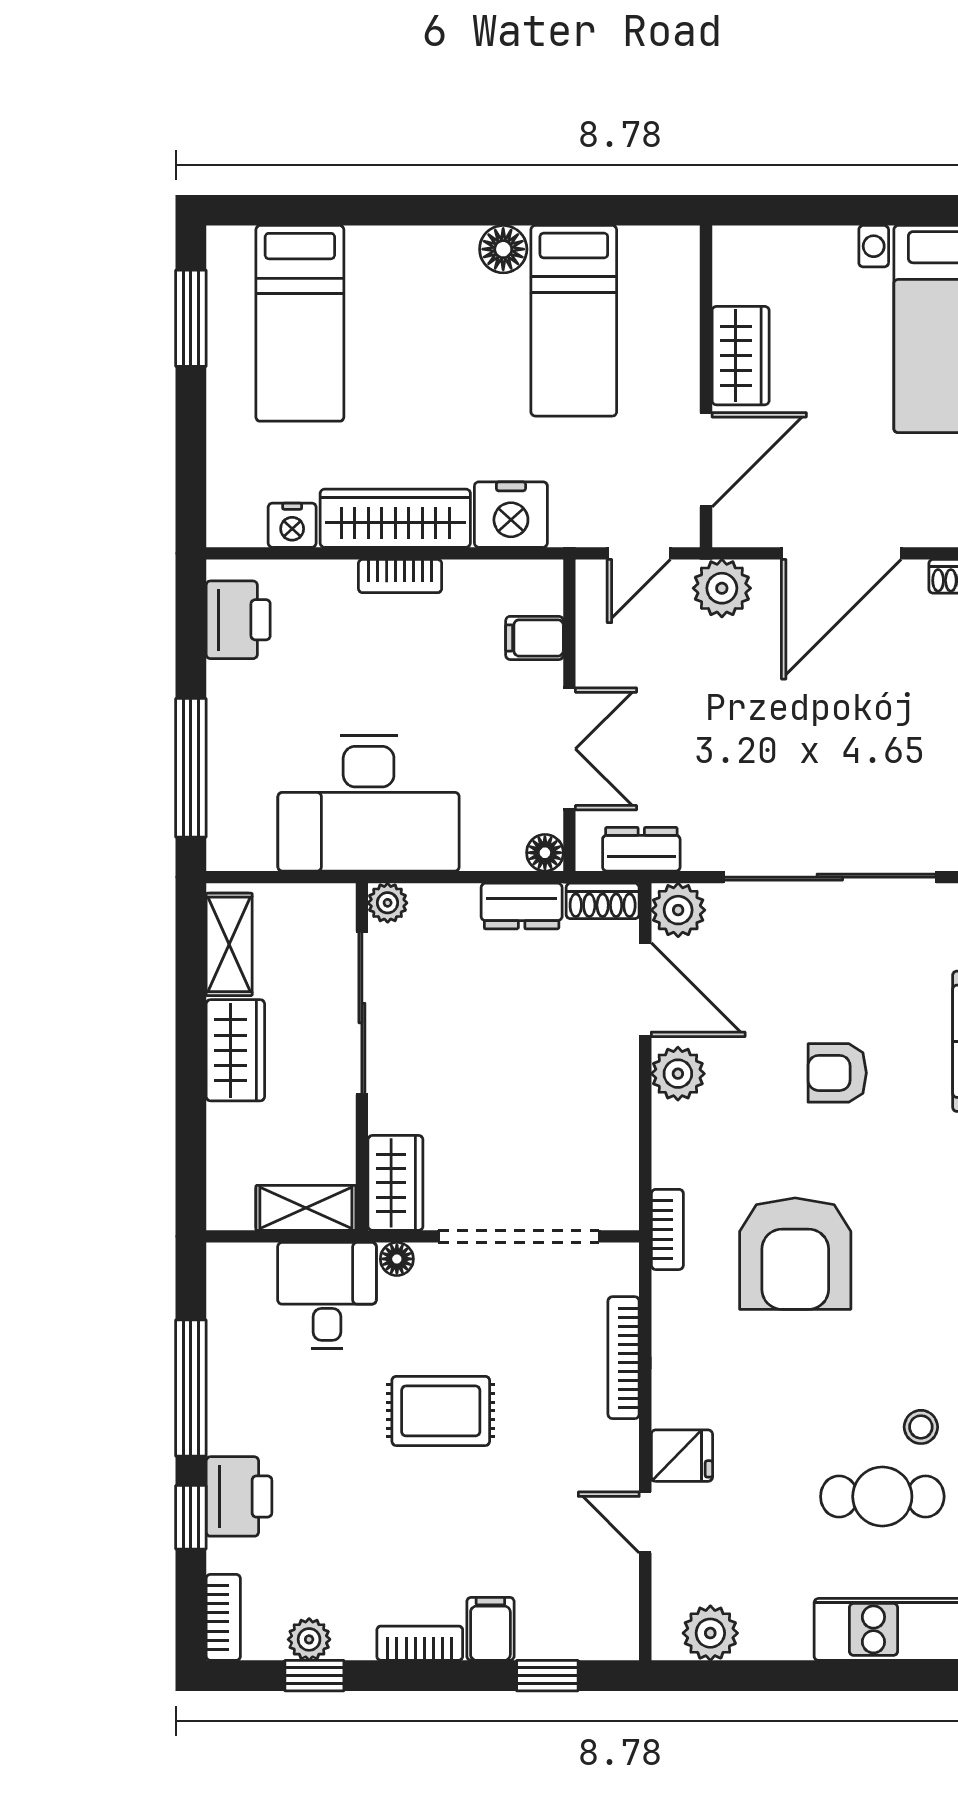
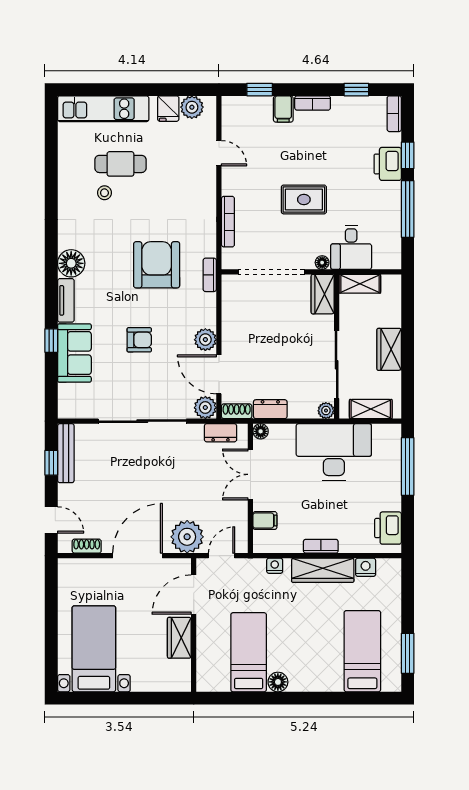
nightstand: (511, 515) -> (275, 566), width x0.53, depth x0.56
plant: (722, 588) -> (187, 537), width x1.36, depth x1.36
shelving: (229, 944) -> (371, 409), moved, turned 90
fridge: (682, 1456) -> (168, 109), moved, turned -90
plant: (309, 1639) -> (359, 105), removed

